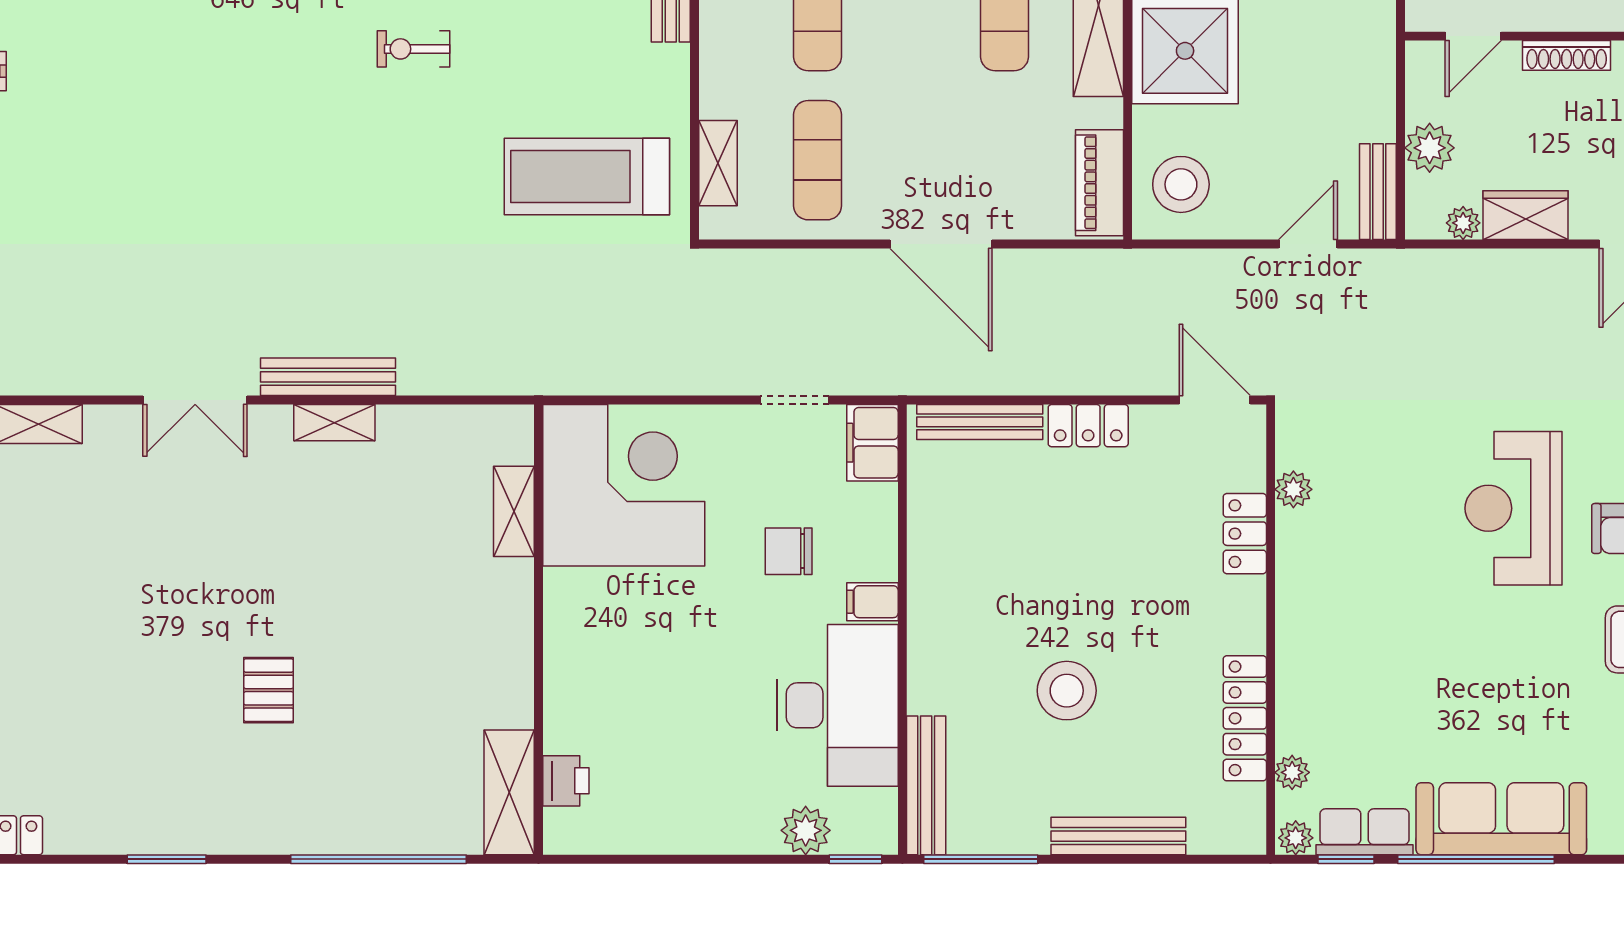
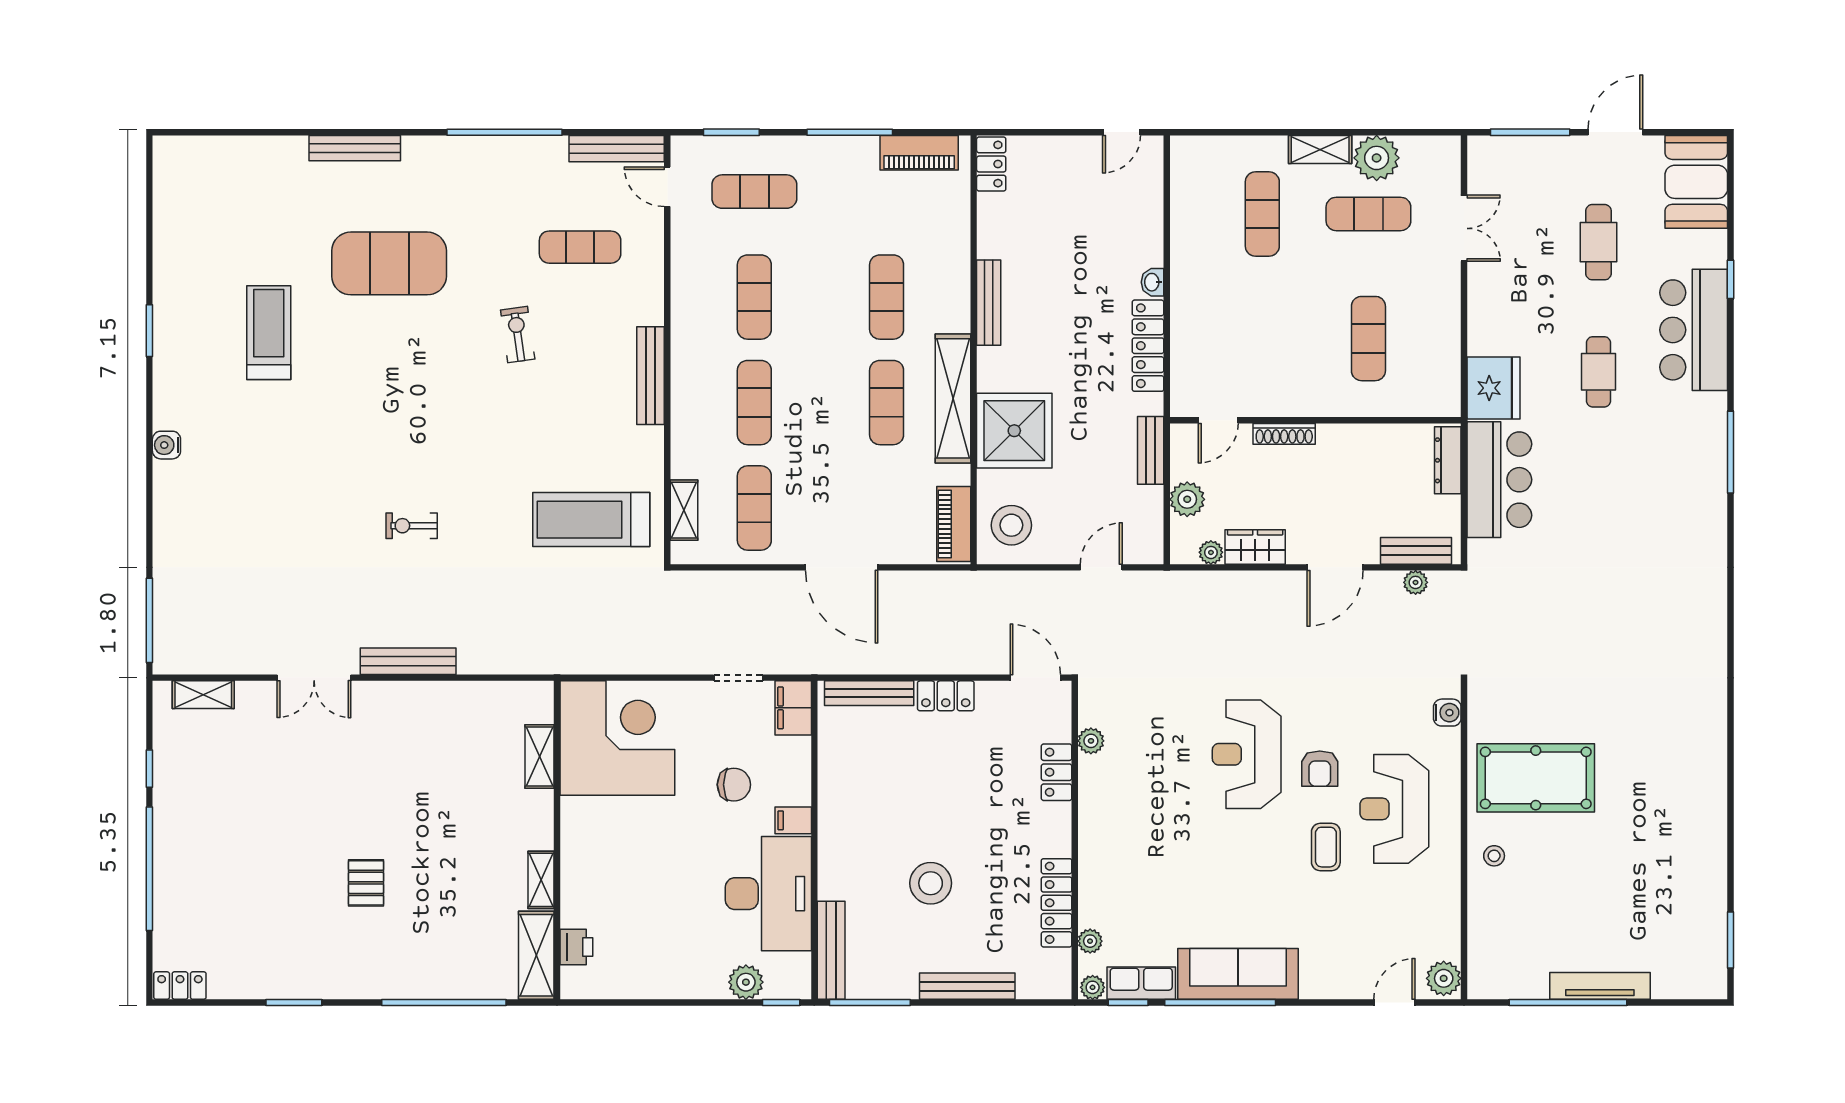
exercise bike: (413, 49) -> (412, 526), moved
bench: (1378, 192) -> (1151, 450), moved
shelving: (334, 423) -> (541, 880), moved, turned 90
chair: (789, 551) -> (734, 785), turned 180

